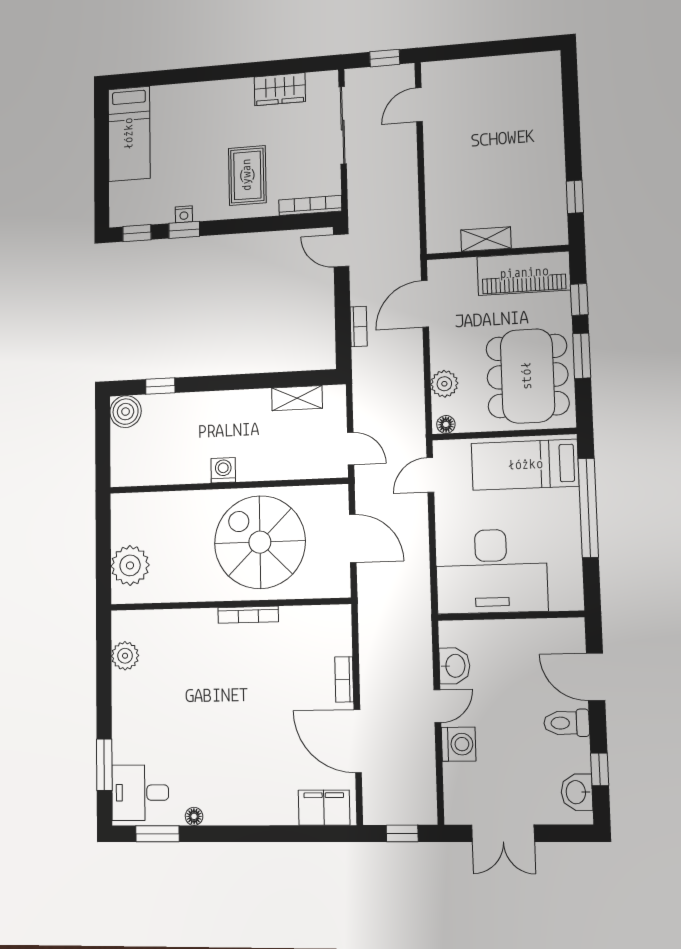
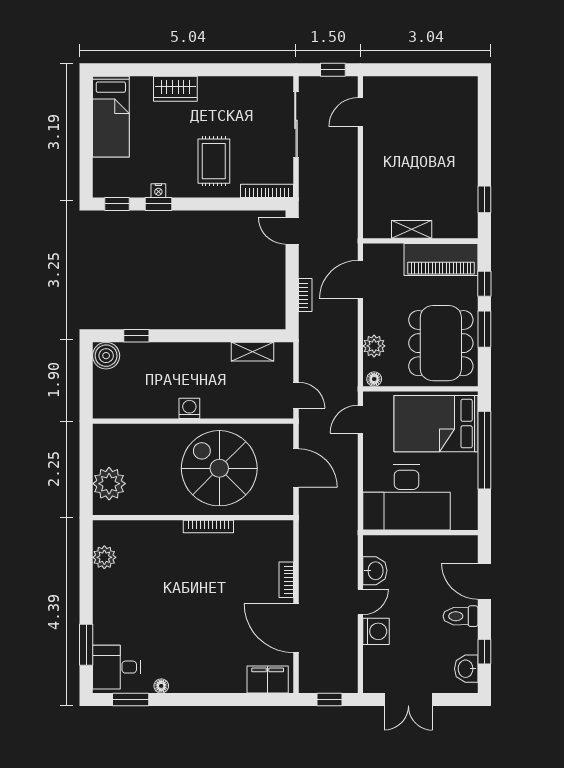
wardrobe: (280, 89) -> (175, 89), moved
bed: (525, 465) -> (436, 424), width x1.50

